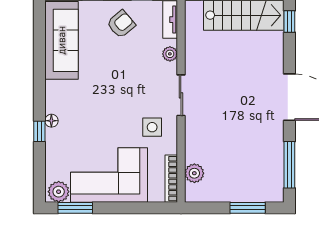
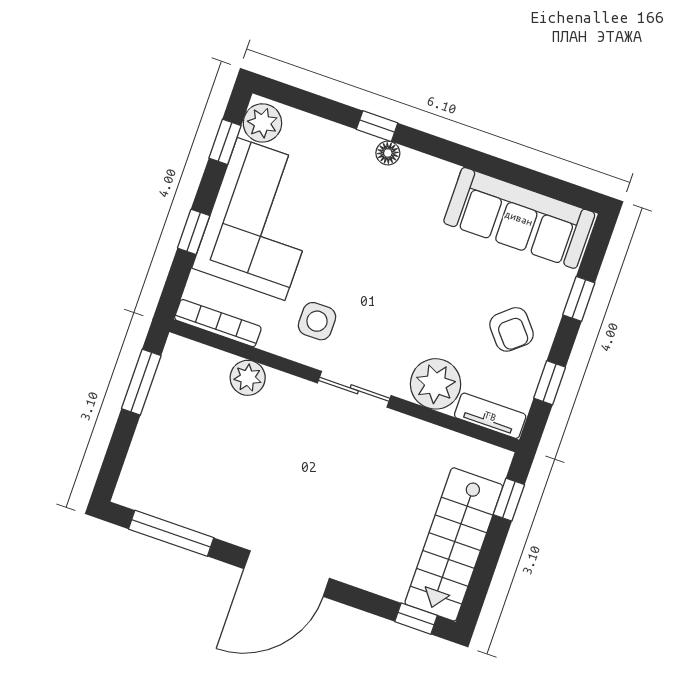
plant: (170, 54) -> (436, 384), width x1.88, depth x1.88
plant: (194, 173) -> (248, 378), moved
window: (75, 208) -> (225, 142), width x0.67
window: (128, 208) -> (194, 232), added
window: (248, 208) -> (141, 382), moved

